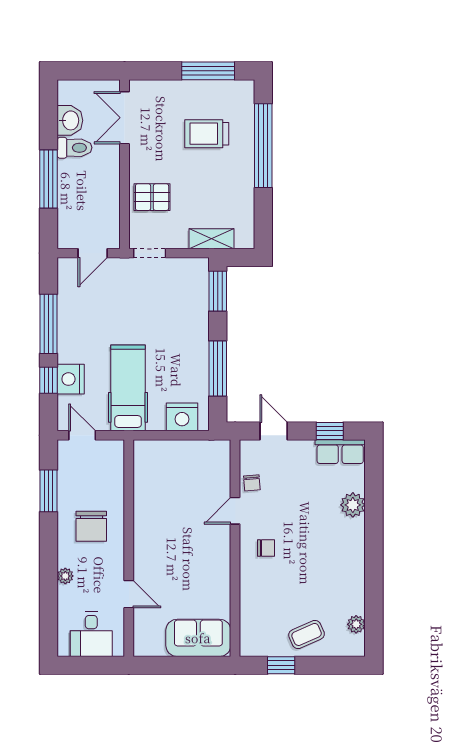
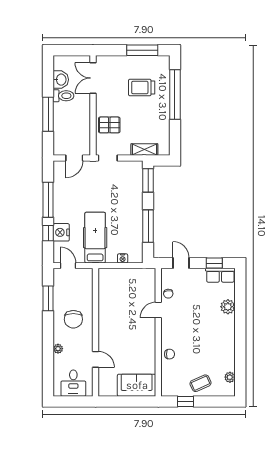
nightstand: (182, 417) -> (123, 258), width x0.53, depth x0.56
chair: (266, 548) -> (170, 354), moved

